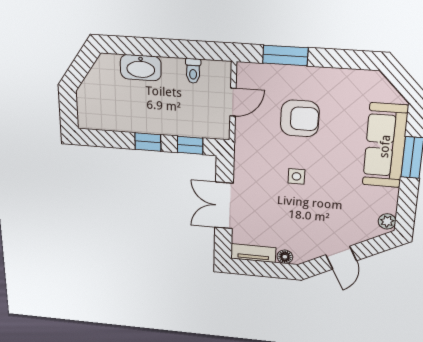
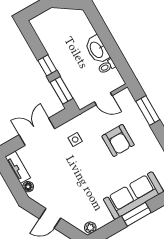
washbasin: (141, 68) -> (97, 50), moved
window: (190, 145) -> (62, 90), width x1.50
side table: (296, 176) -> (75, 140), moved

